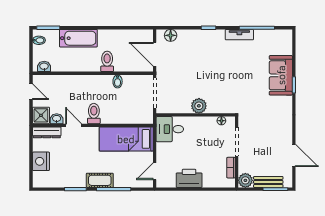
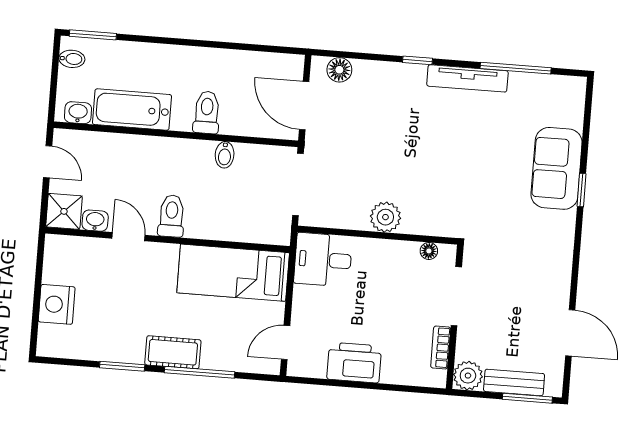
tv unit: (239, 35) -> (467, 78), width x1.41
bathtub: (78, 38) -> (132, 110), moved, turned 180
dresser: (47, 132) -> (73, 247), removed

